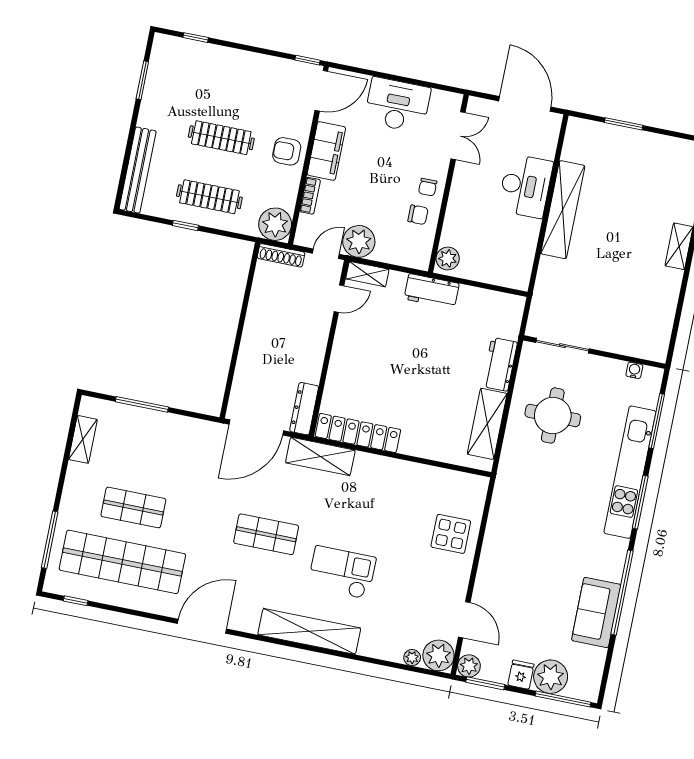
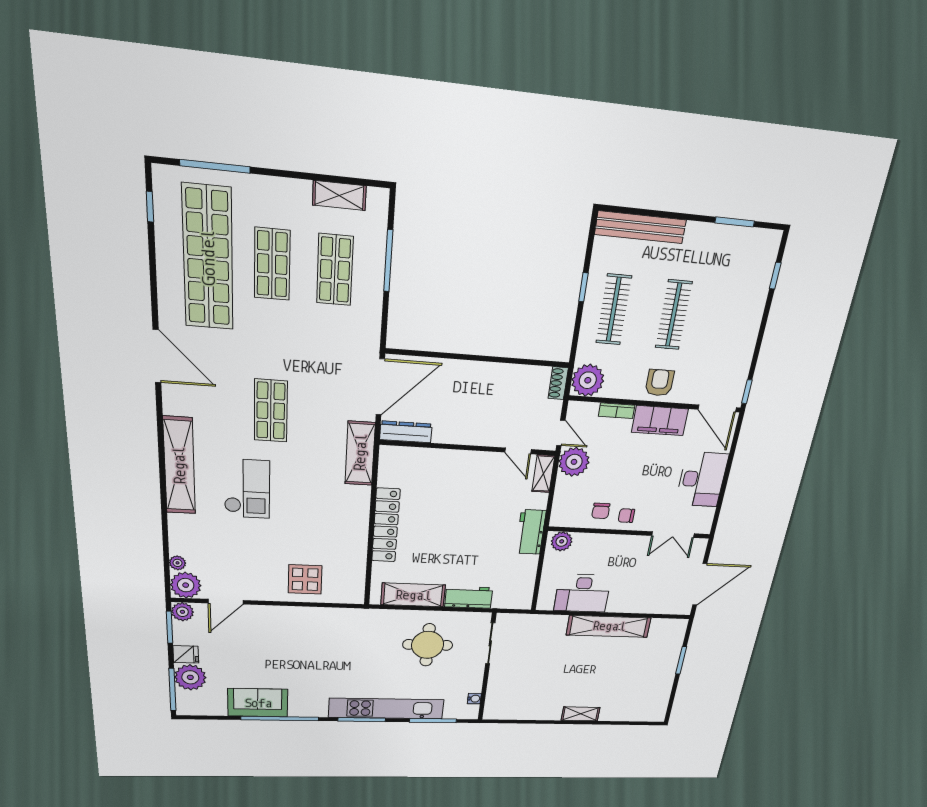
desk: (525, 186) -> (582, 593), moved
shoe rack: (281, 255) -> (558, 383), width x0.70
door: (256, 427) -> (380, 387), swing flipped
locker: (358, 433) -> (386, 525), moved
shop shelf: (144, 453) -> (335, 270), added

